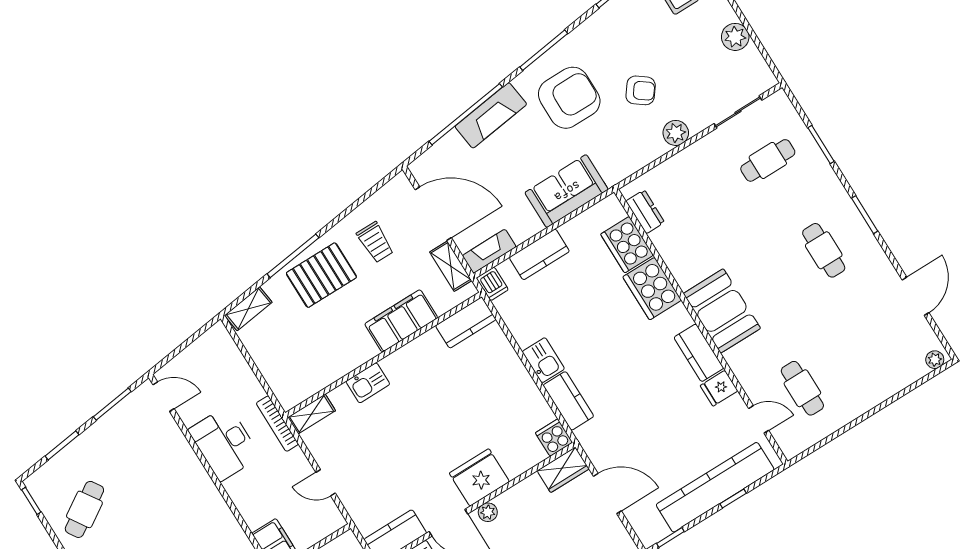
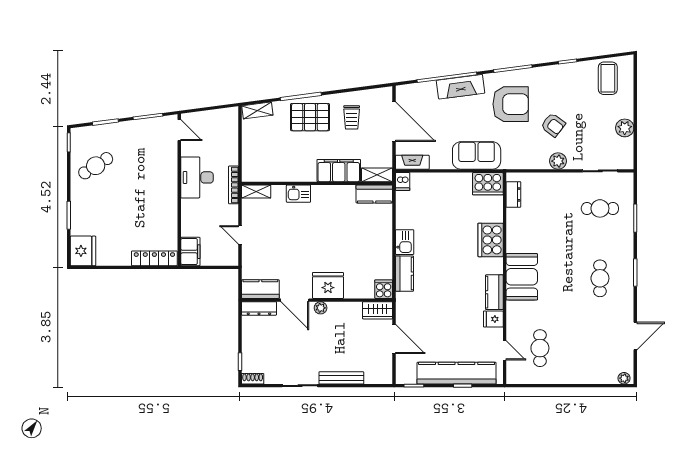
cooker: (627, 245) -> (488, 184), moved, turned -90
kitchen counter: (539, 254) -> (439, 181), removed
shelving: (451, 266) -> (377, 175), moved, turned 90

